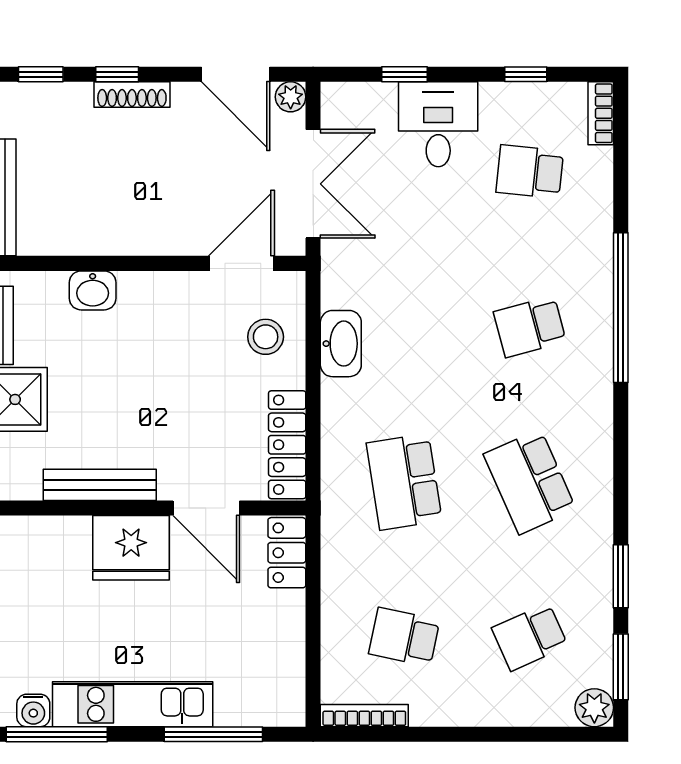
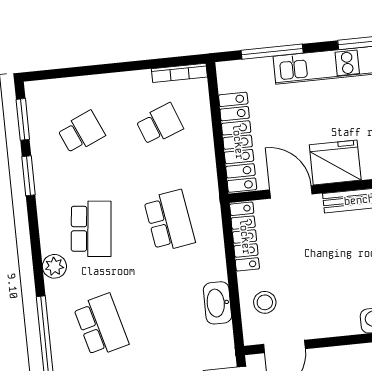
school desk: (530, 327) -> (101, 325), width x1.85
school desk: (530, 482) -> (91, 229), turned 30
locker: (287, 553) -> (238, 142), width x2.16, depth x1.21
school desk: (404, 637) -> (160, 124), turned -33
plant: (594, 708) -> (54, 266), moved

